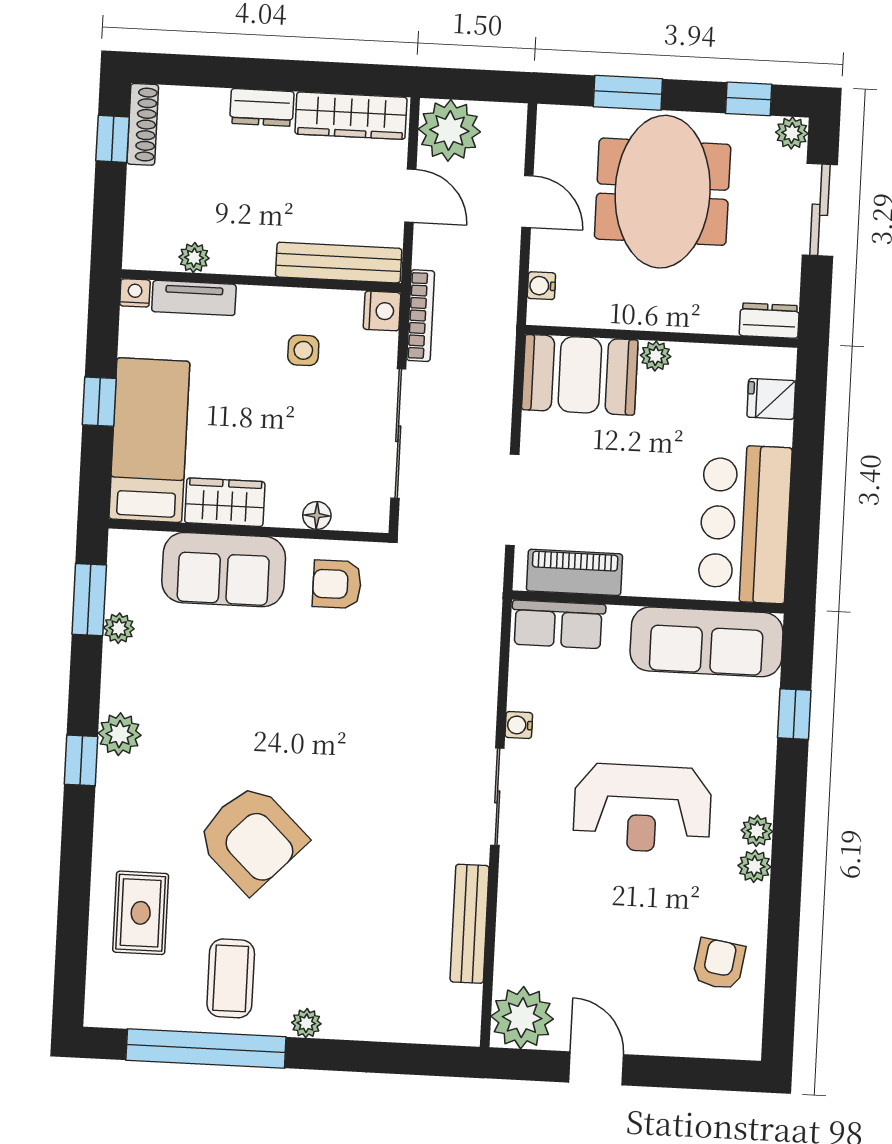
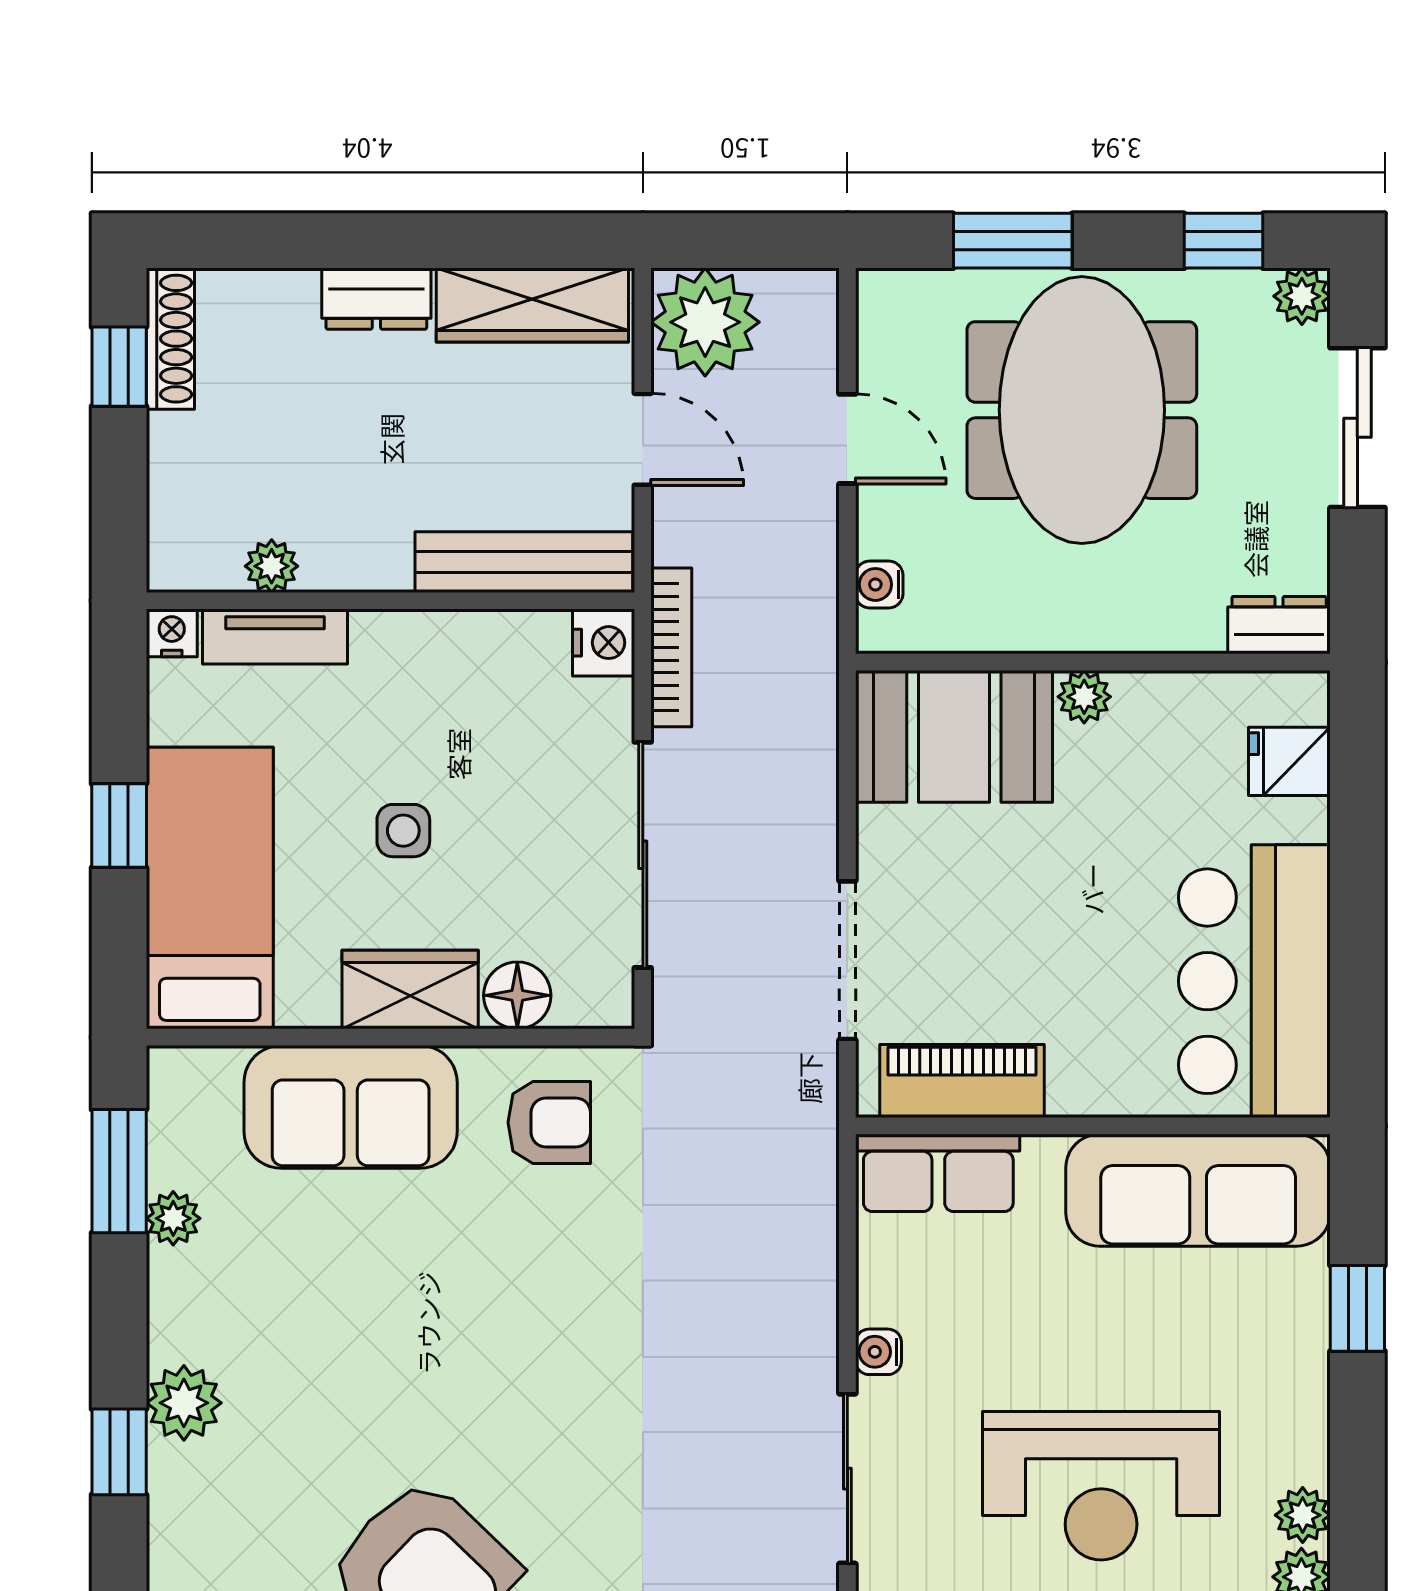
side table: (303, 350) -> (403, 831), moved
wardrobe: (225, 502) -> (410, 990), moved
floor lamp: (317, 515) -> (517, 995), width x1.37, depth x1.37
armchair: (337, 584) -> (549, 1122), turned 180

